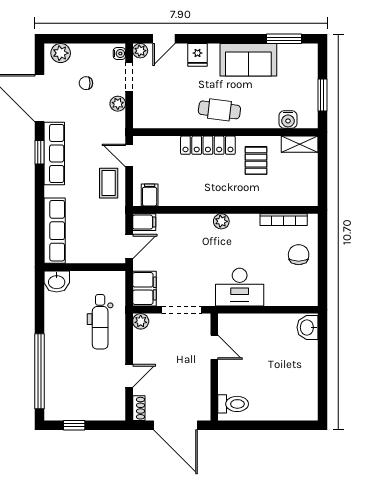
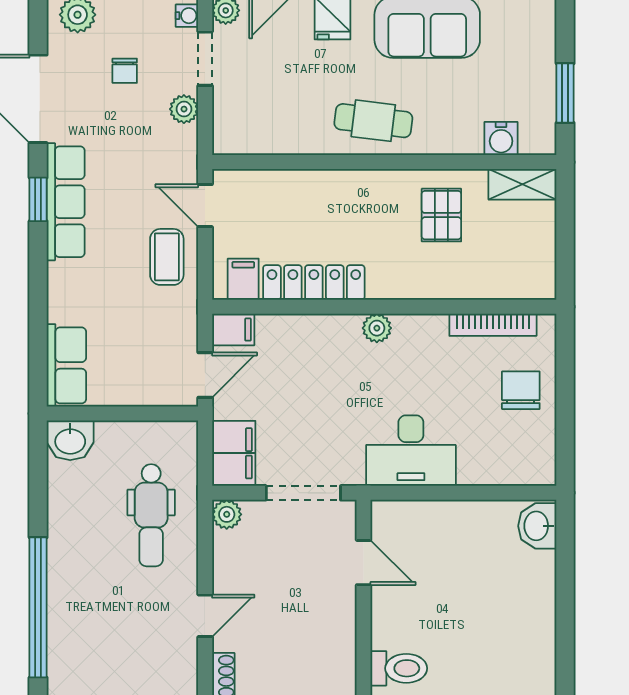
chair: (86, 83) -> (125, 71), turned -90
locker: (208, 145) -> (314, 283), moved, turned 180
row of seats: (55, 231) -> (66, 365), width x0.68

